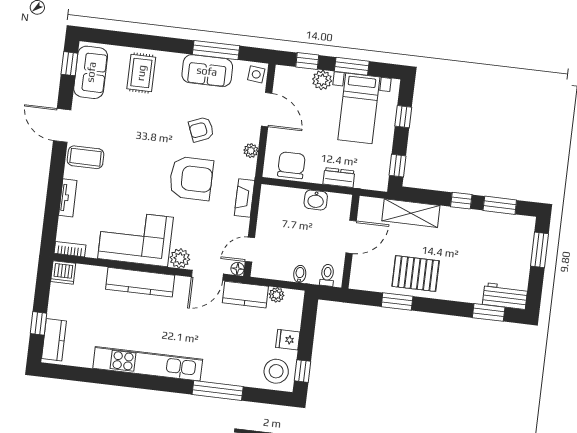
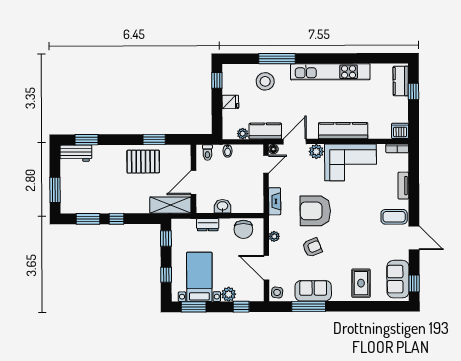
window: (352, 66) -> (194, 307), moved
shelving: (411, 213) -> (170, 205), moved
stool: (276, 371) -> (265, 81), moved

